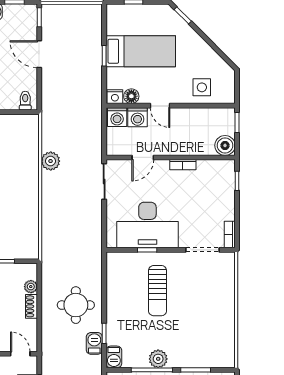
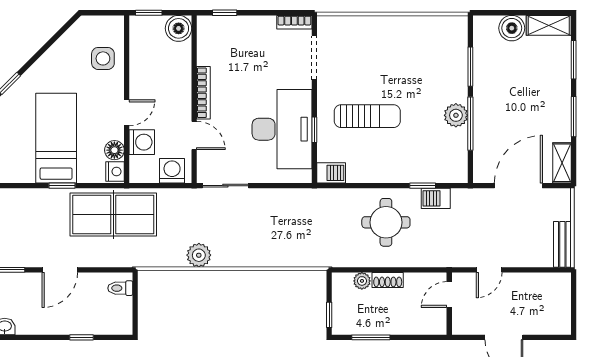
table tennis table: (82, 95) -> (113, 215), added
washing machine: (117, 117) -> (172, 171), moved, turned -90
bookcase: (183, 165) -> (203, 93), width x1.56
barbecue: (114, 357) -> (331, 173), moved

